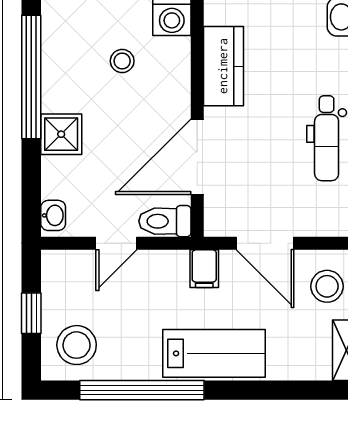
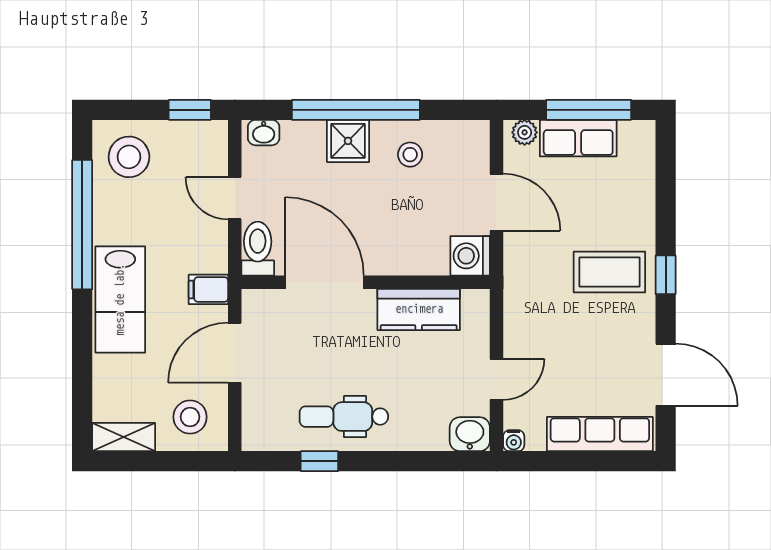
stool: (122, 61) -> (410, 155), moved
window: (31, 77) -> (356, 110), moved
window: (31, 313) -> (190, 110), moved

